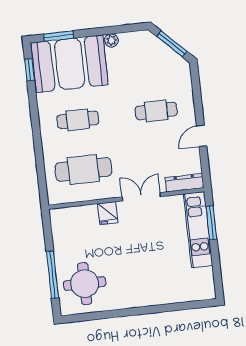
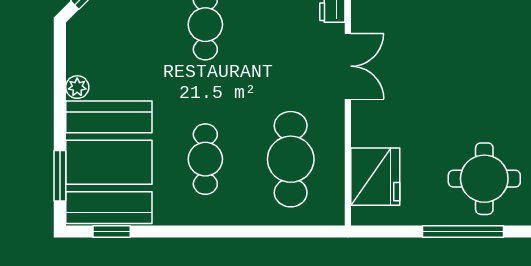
double door: (141, 197) -> (348, 66), swing flipped
fridge: (108, 213) -> (375, 177), moved, width x1.88, depth x1.34

